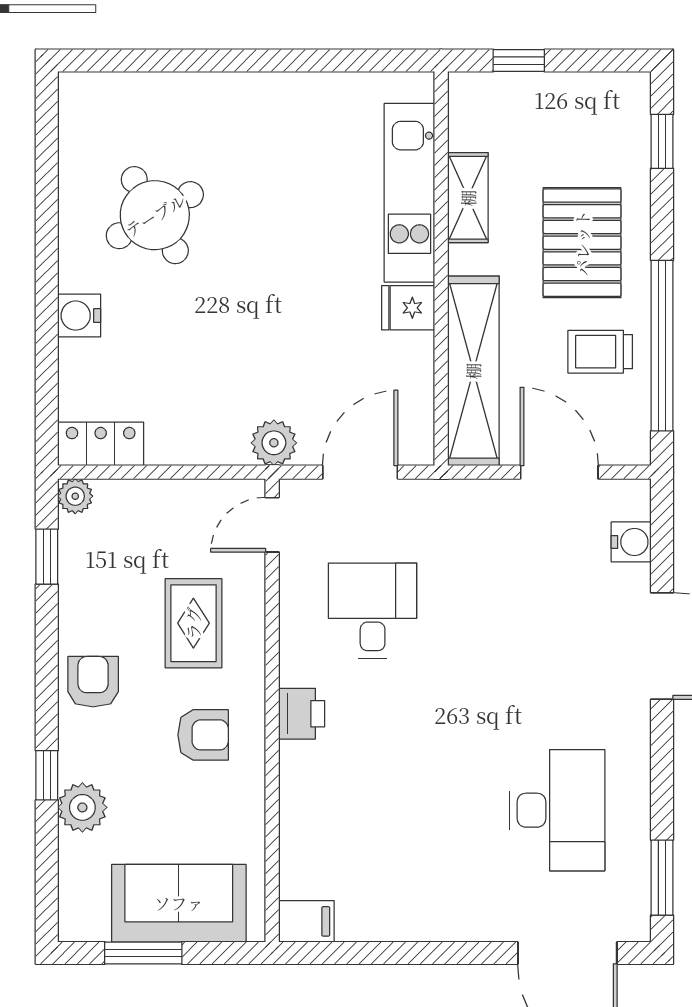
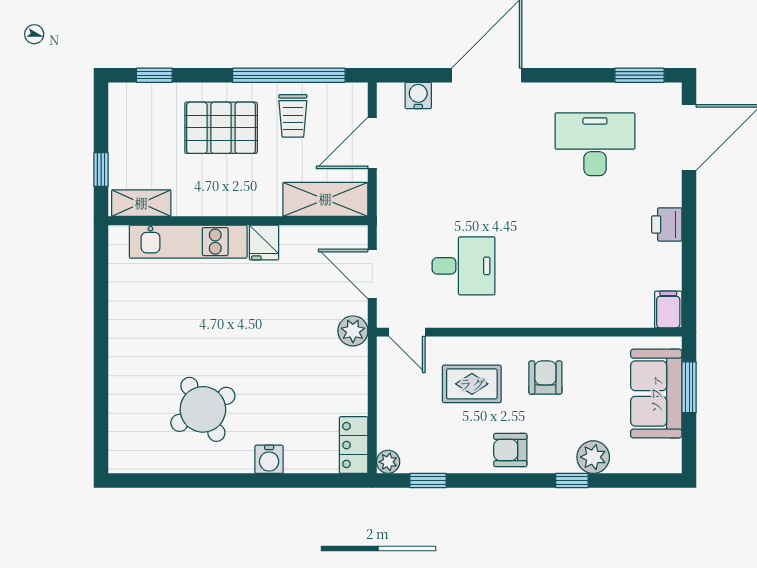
shelving: (468, 198) -> (141, 203), moved
shelving: (473, 371) -> (325, 199), width x0.68
desk: (373, 611) -> (464, 266), turned 180
printer: (302, 714) -> (667, 224), moved, turned -90
window: (143, 953) -> (689, 387), moved

